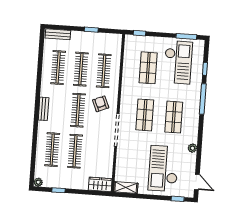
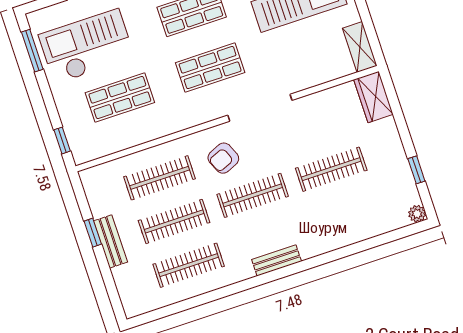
bench: (58, 34) -> (111, 241), moved
clothes rail: (52, 150) -> (346, 213), removed

